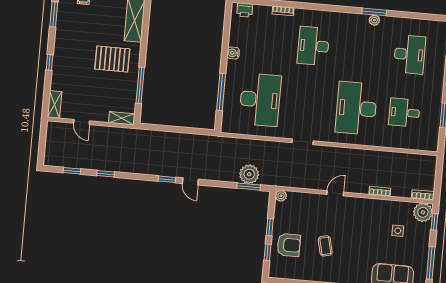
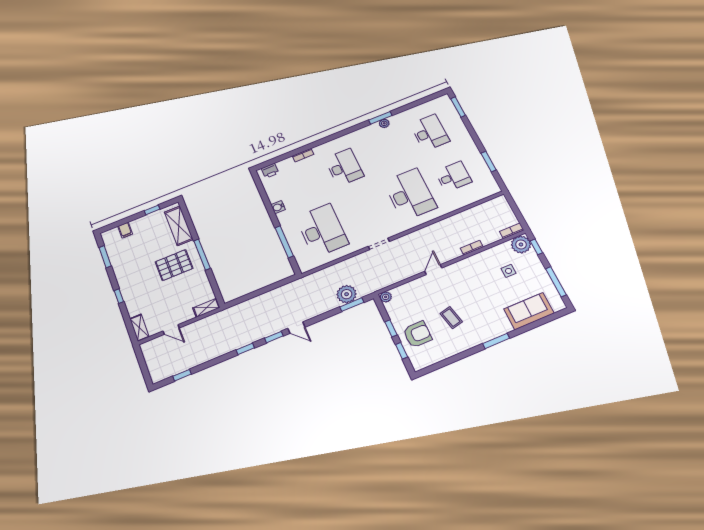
desk: (313, 46) -> (344, 167), turned 180
window: (140, 85) -> (202, 255), moved
desk: (356, 108) -> (410, 194), turned 180
desk: (404, 113) -> (453, 177), turned 180
window: (106, 174) -> (245, 349), moved

